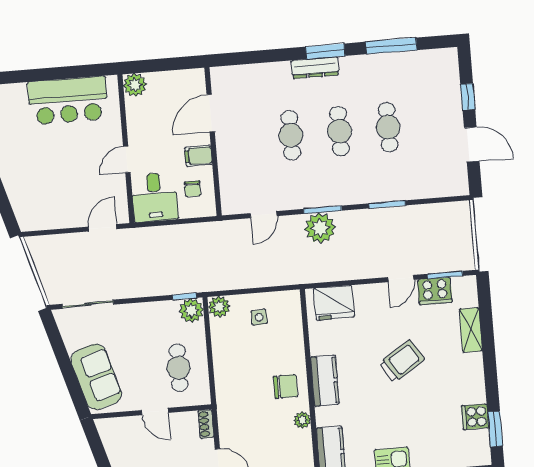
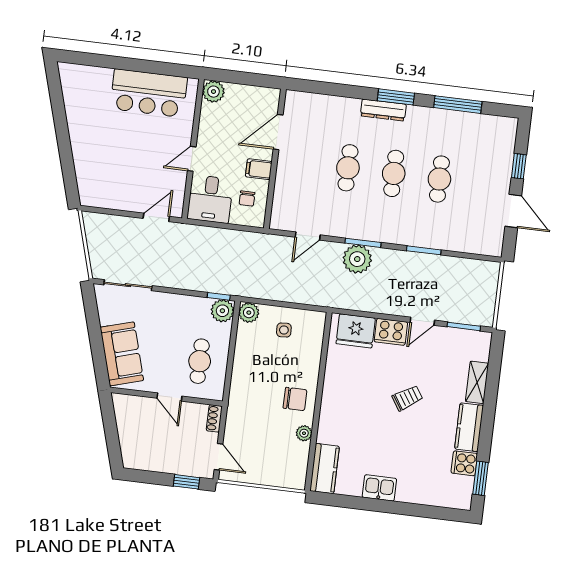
cooker: (435, 291) -> (391, 332), moved
trolley: (402, 361) -> (407, 398), width x0.73, depth x0.72
kitchen counter: (325, 381) -> (469, 427), moved, turned 180

